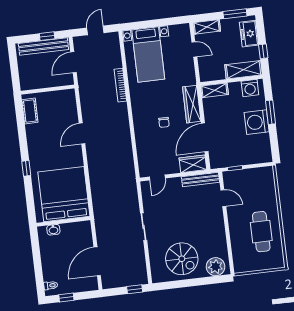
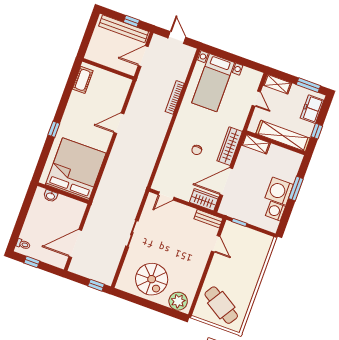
door: (95, 30) -> (177, 38), hinge flipped
shelving: (244, 70) -> (283, 136), width x1.47
washing machine: (250, 88) -> (275, 211), moved, turned 90
bench: (200, 179) -> (208, 219), width x0.73
cafe table: (261, 232) -> (221, 305), moved, turned -58

